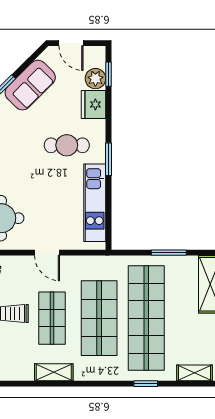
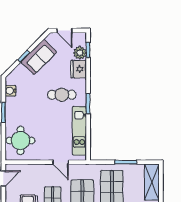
door: (47, 253) -> (61, 162), moved

